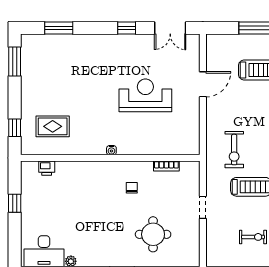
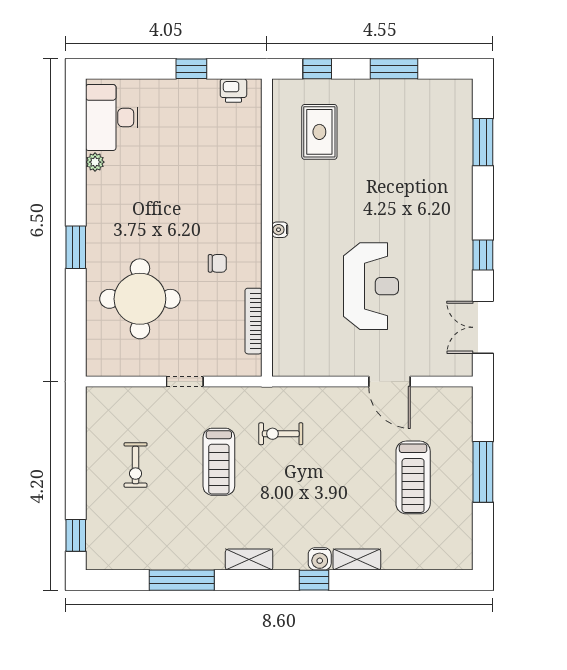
window: (15, 62) -> (394, 69), moved
exercise bike: (234, 150) -> (281, 434), width x0.73, depth x0.72
bookcase: (166, 166) -> (254, 321), width x1.56
printer: (47, 168) -> (233, 91), moved, turned -90
round table: (153, 234) -> (140, 299), width x1.36, depth x1.36

